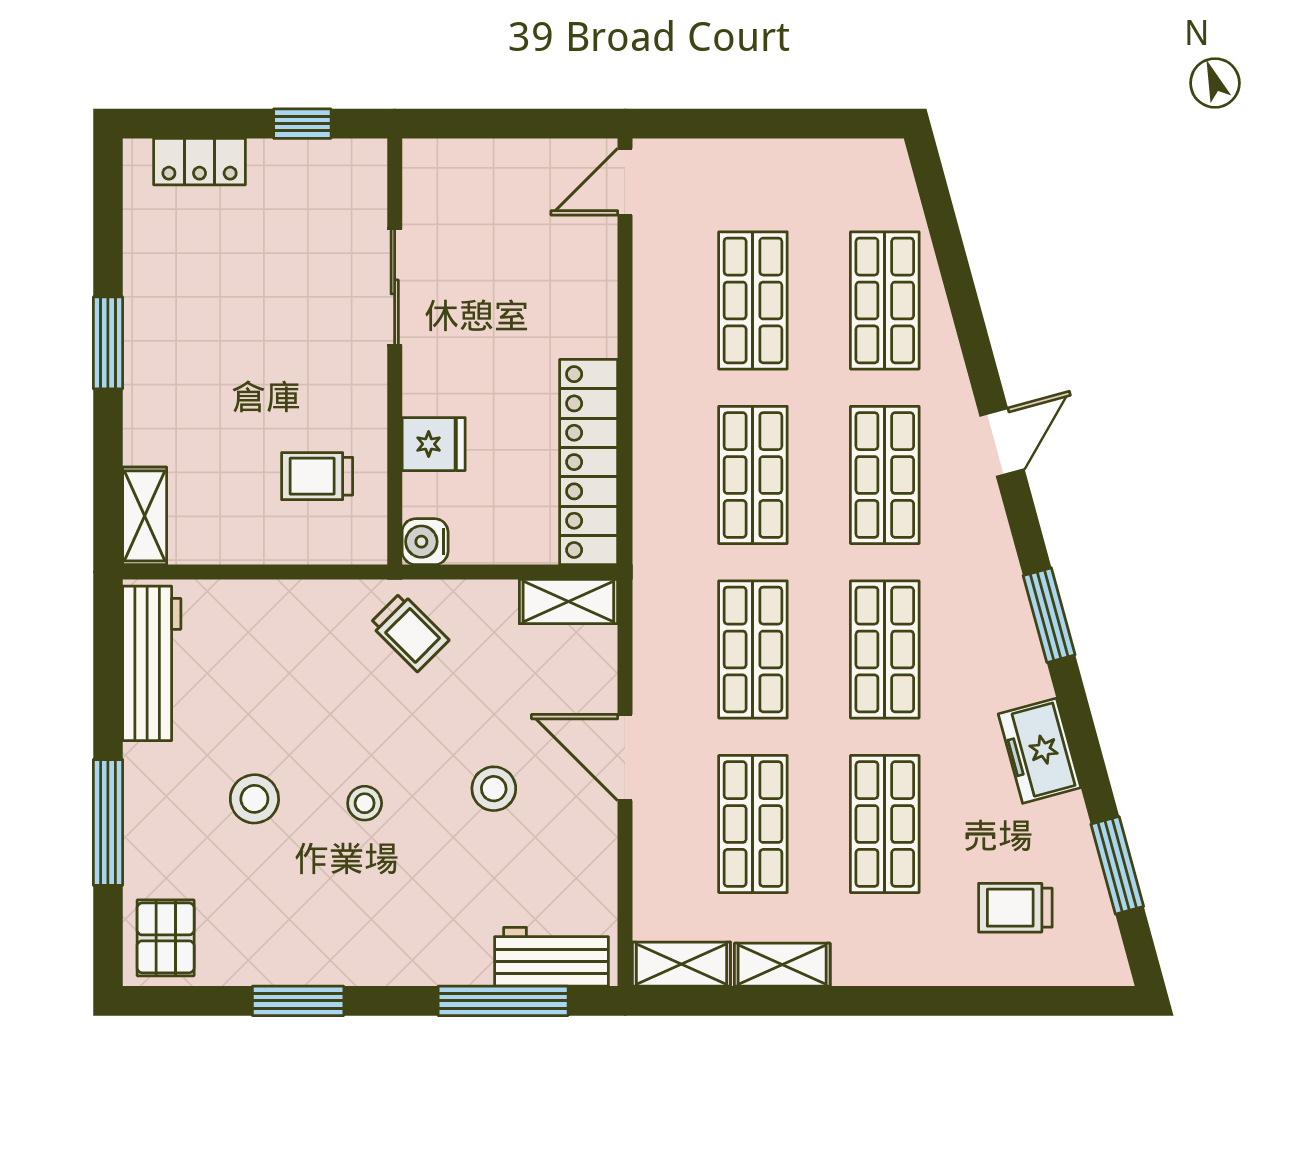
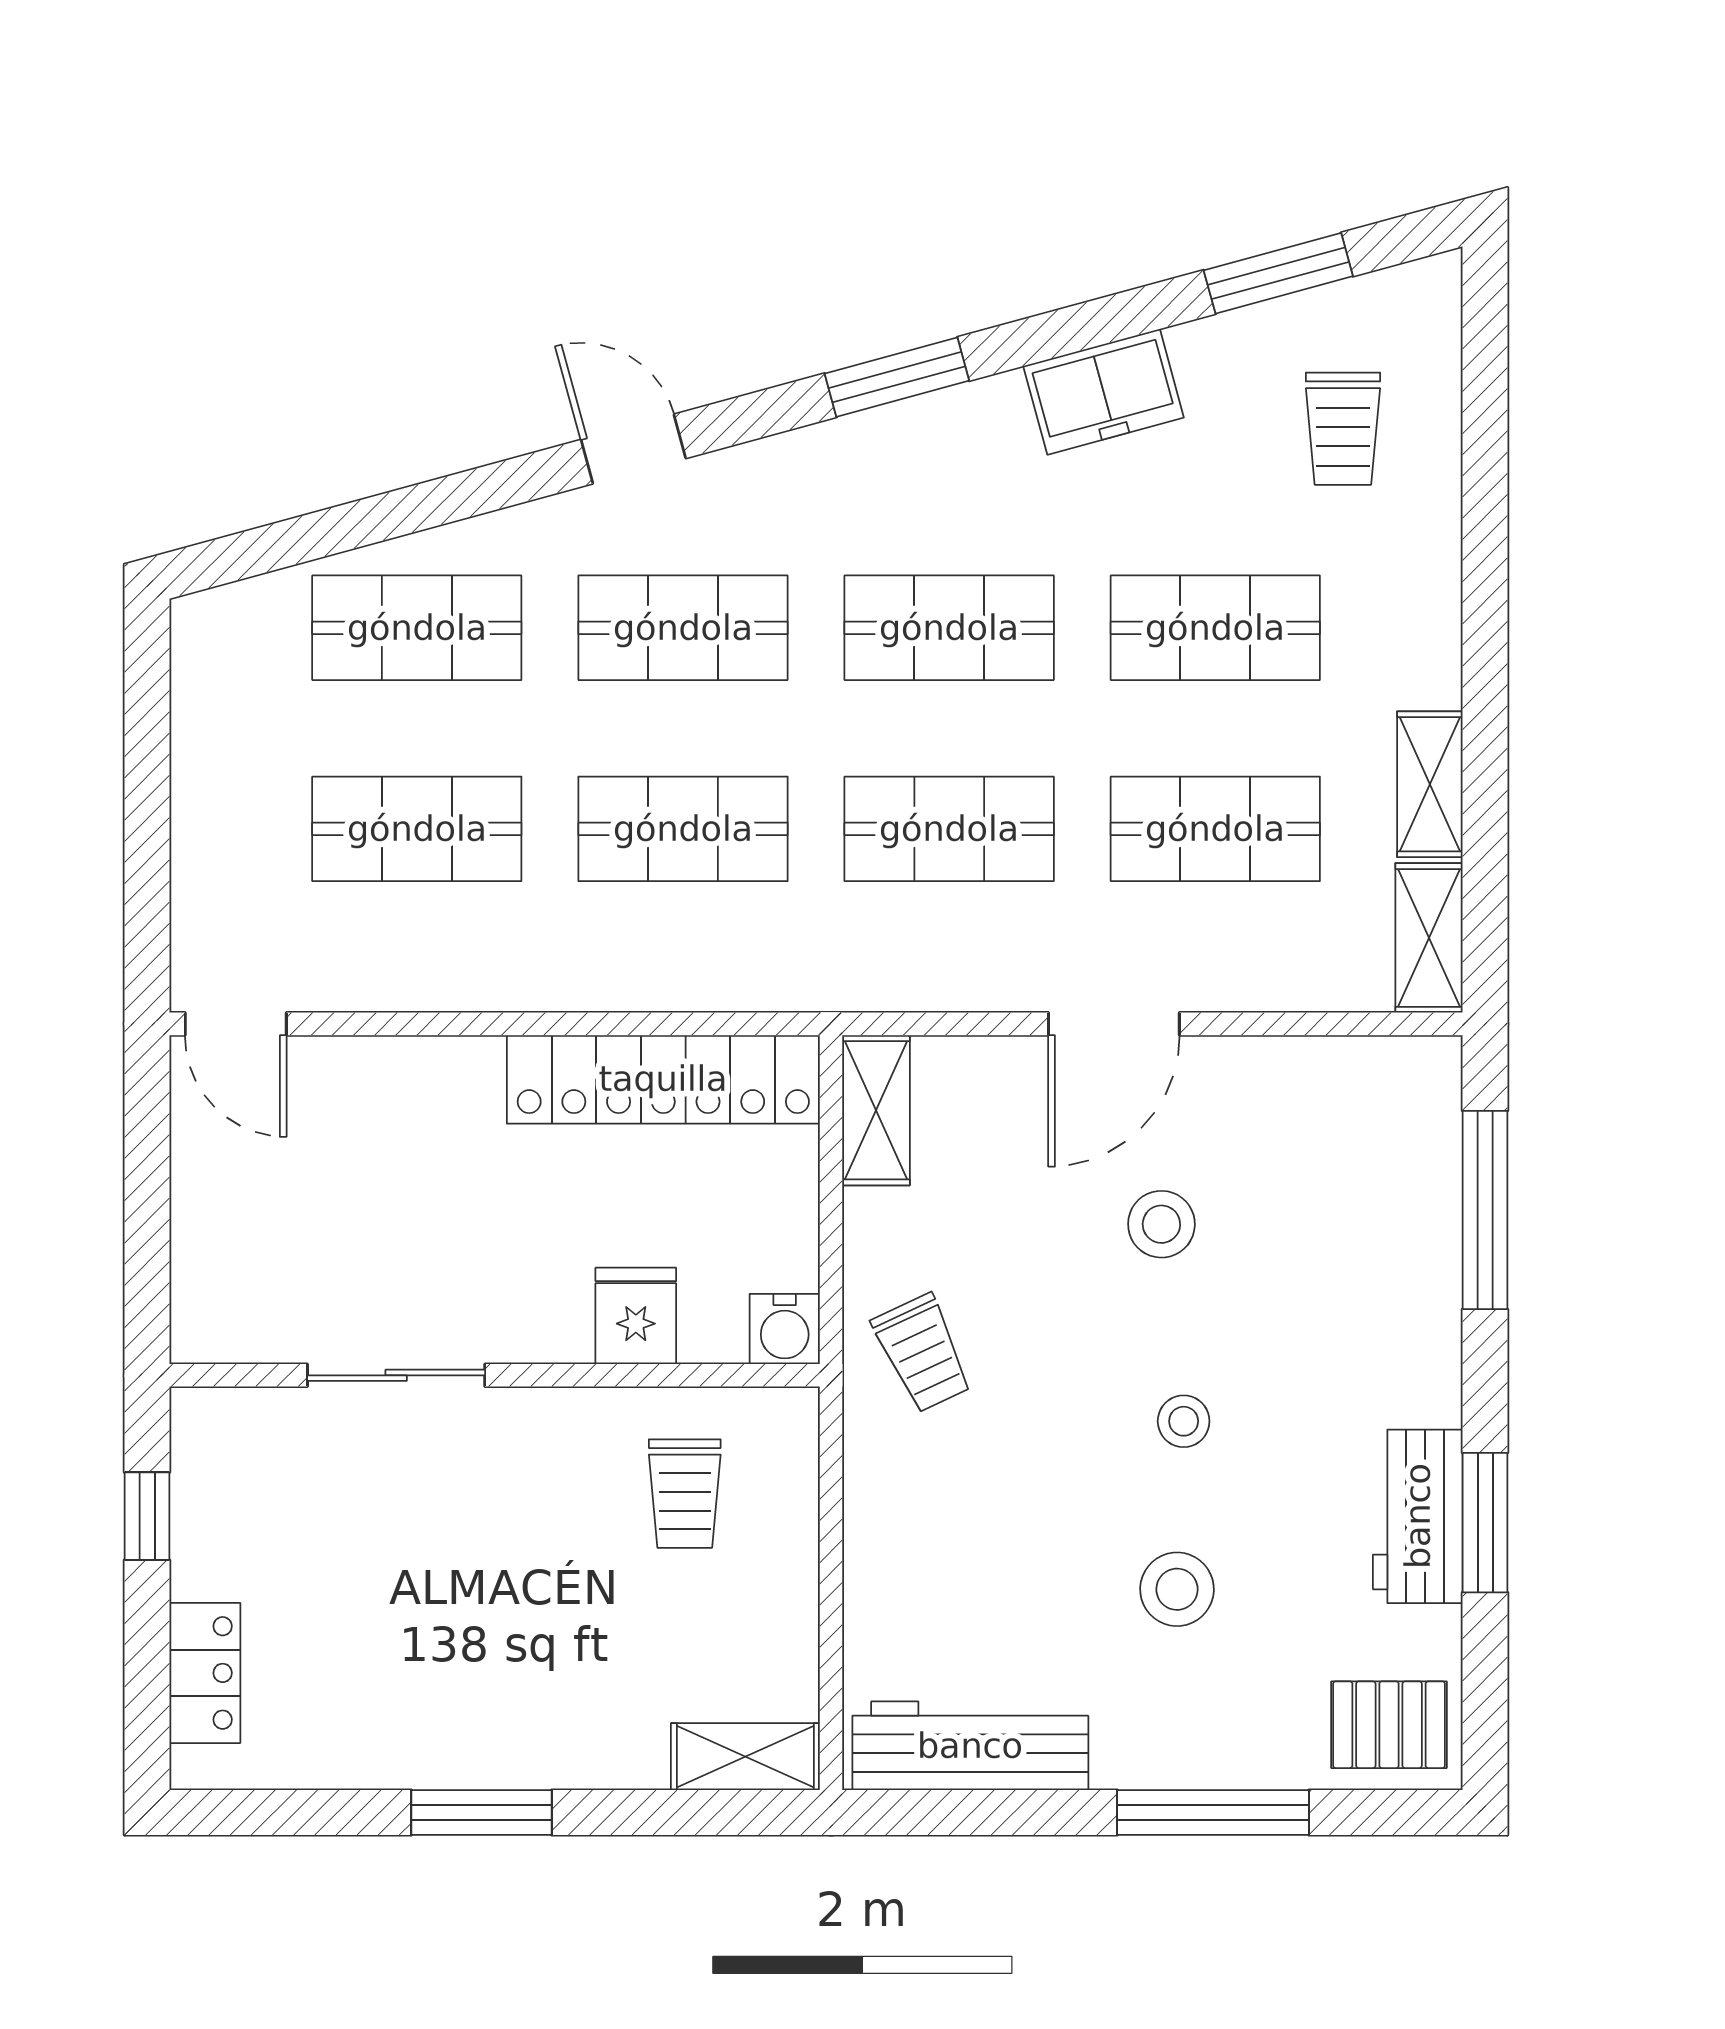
trolley: (409, 632) -> (923, 1353), turned 110
workbench: (551, 957) -> (1418, 1516), moved

